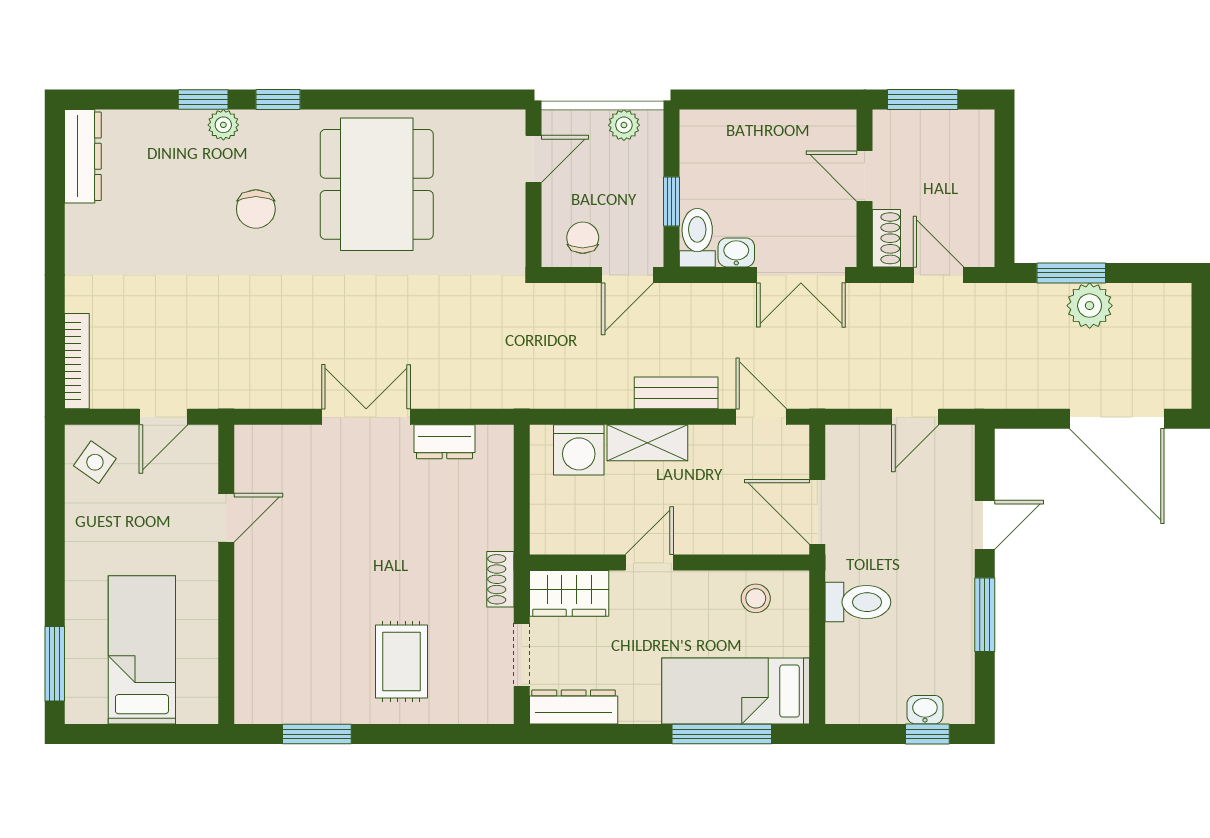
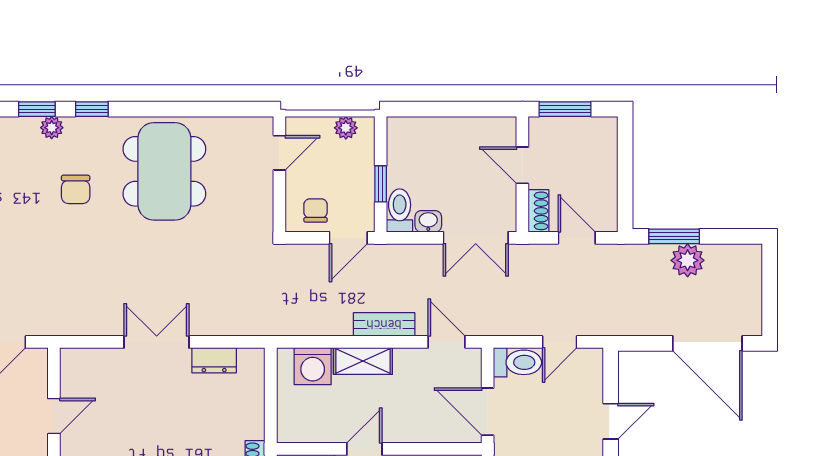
toilet: (858, 445) -> (518, 362), added

